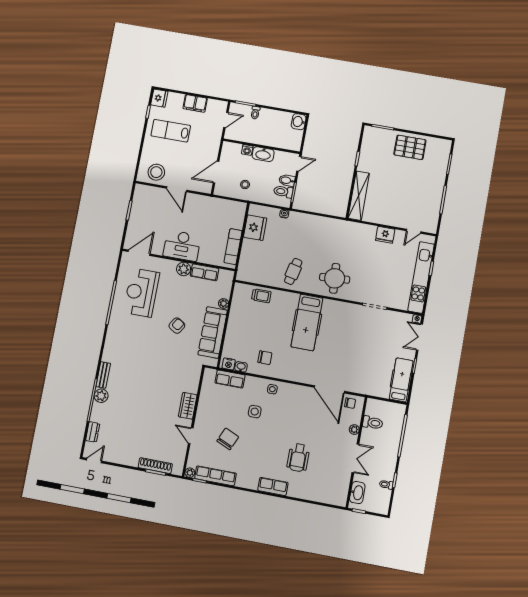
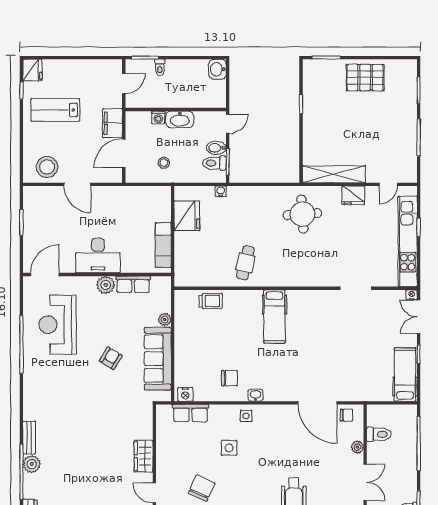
filing cabinet: (195, 103) -> (113, 123), moved, turned 90
shelving: (359, 196) -> (334, 174), moved, turned 90
round table: (335, 278) -> (302, 214), moved
hospital bed: (307, 322) -> (274, 316), width x0.73, depth x0.78
washbasin: (241, 367) -> (255, 395), moved

